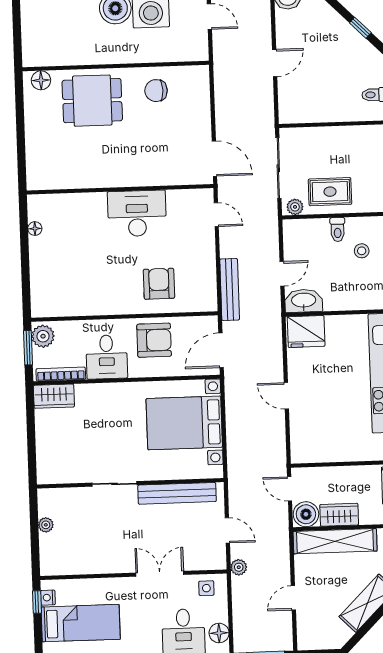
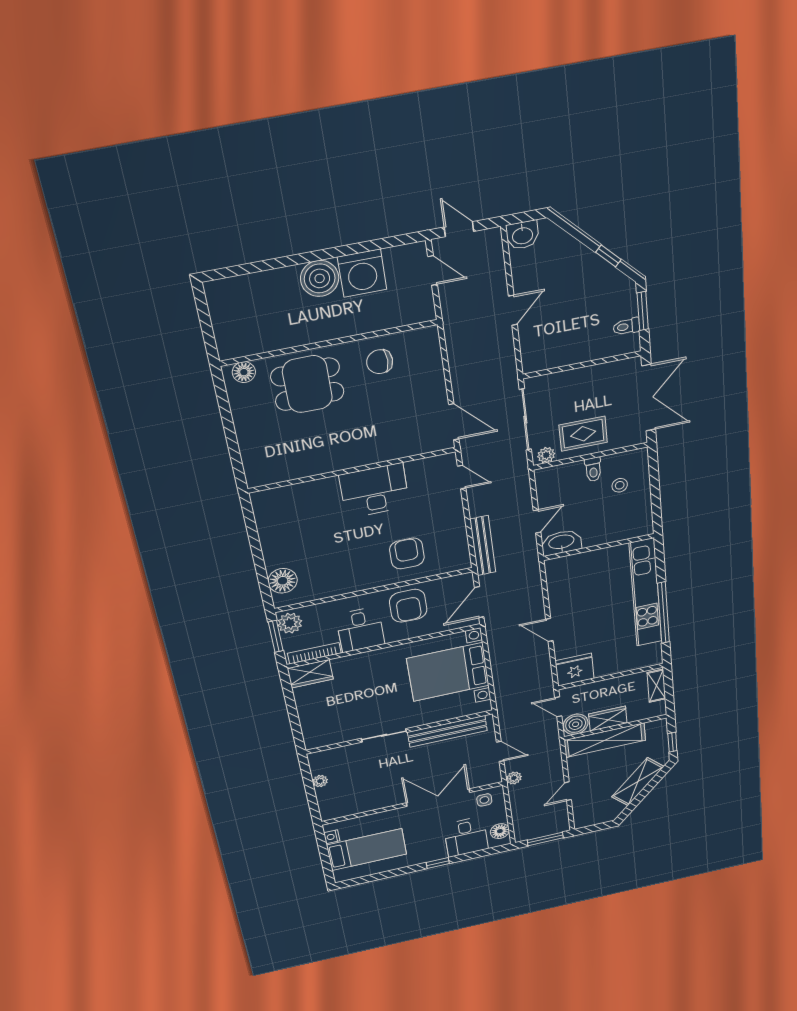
floor lamp: (35, 229) -> (283, 581), moved, width x1.89, depth x1.89
fridge: (306, 332) -> (575, 670), moved, turned 180
armchair: (154, 340) -> (408, 606), turned 90
double door: (160, 574) -> (438, 798), width x1.37
window: (37, 602) -> (322, 842), removed

